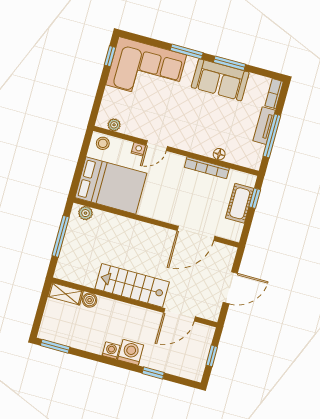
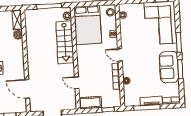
door: (157, 146) -> (120, 55), moved
cot: (240, 203) -> (90, 103), moved
door: (196, 233) -> (77, 83), width x0.53
stairs: (132, 285) -> (65, 42), moved, turned 180

